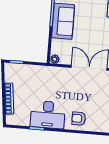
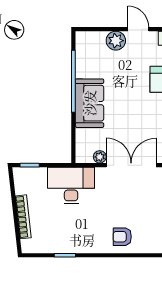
plant: (55, 59) -> (100, 157), moved
desk: (48, 115) -> (71, 185), moved, turned 180

